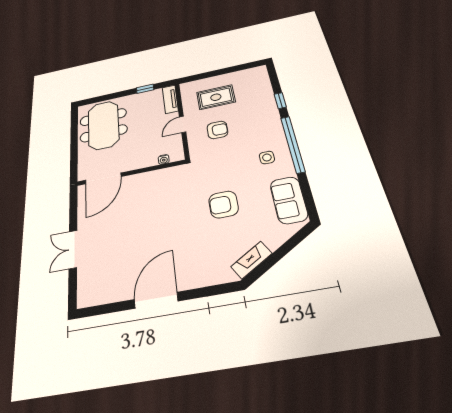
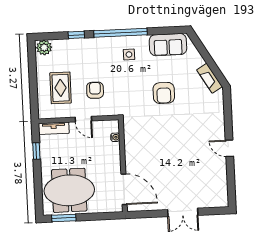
plant: (259, 74) -> (44, 47), added
window: (74, 126) -> (64, 218), added
door: (156, 300) -> (229, 148), width x0.53

